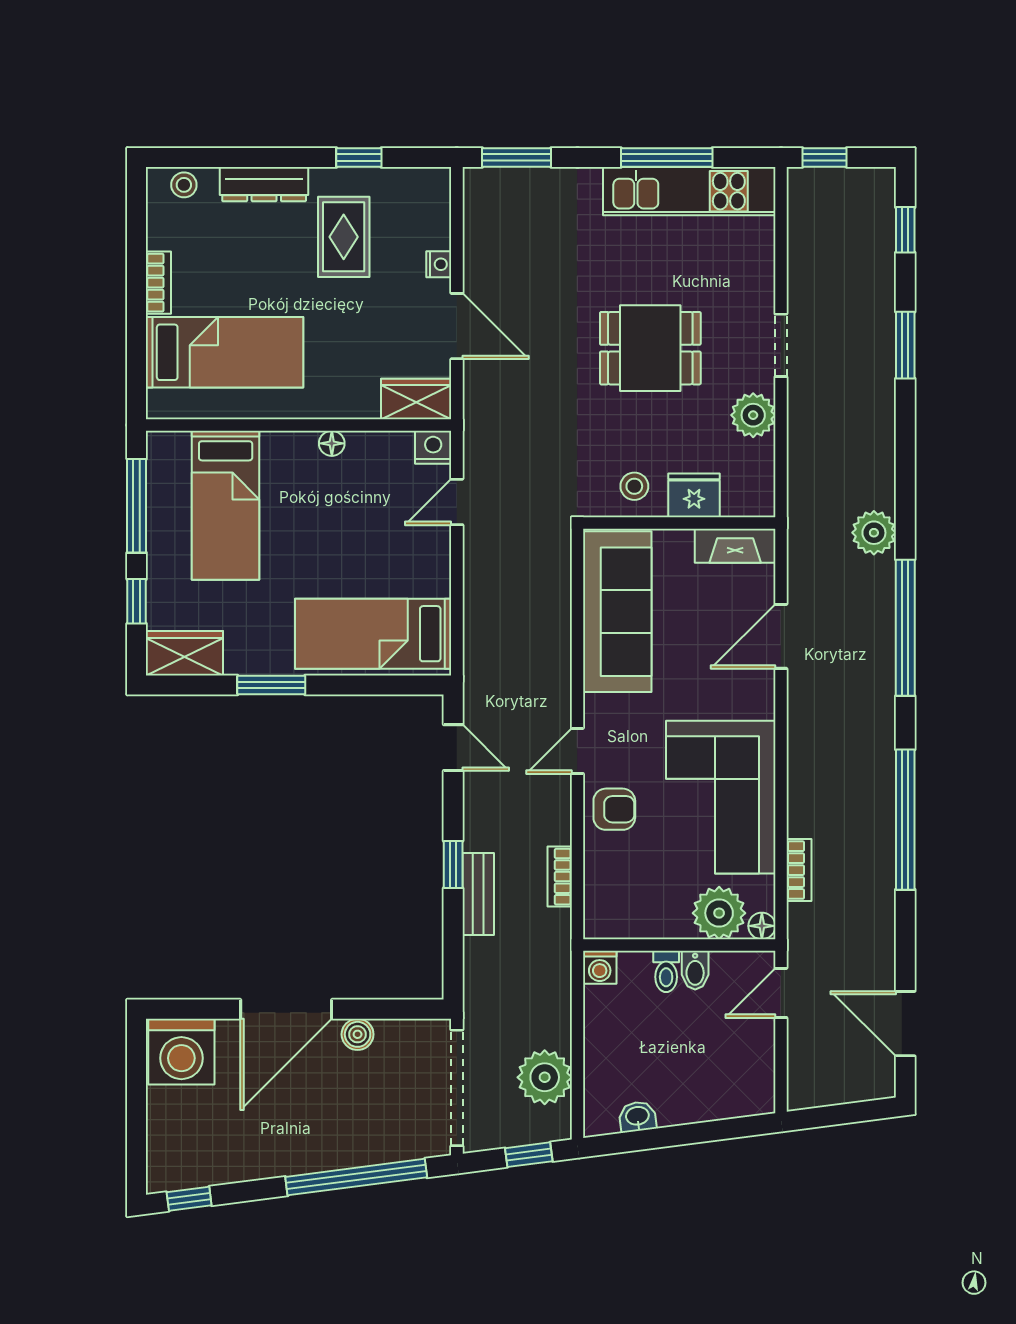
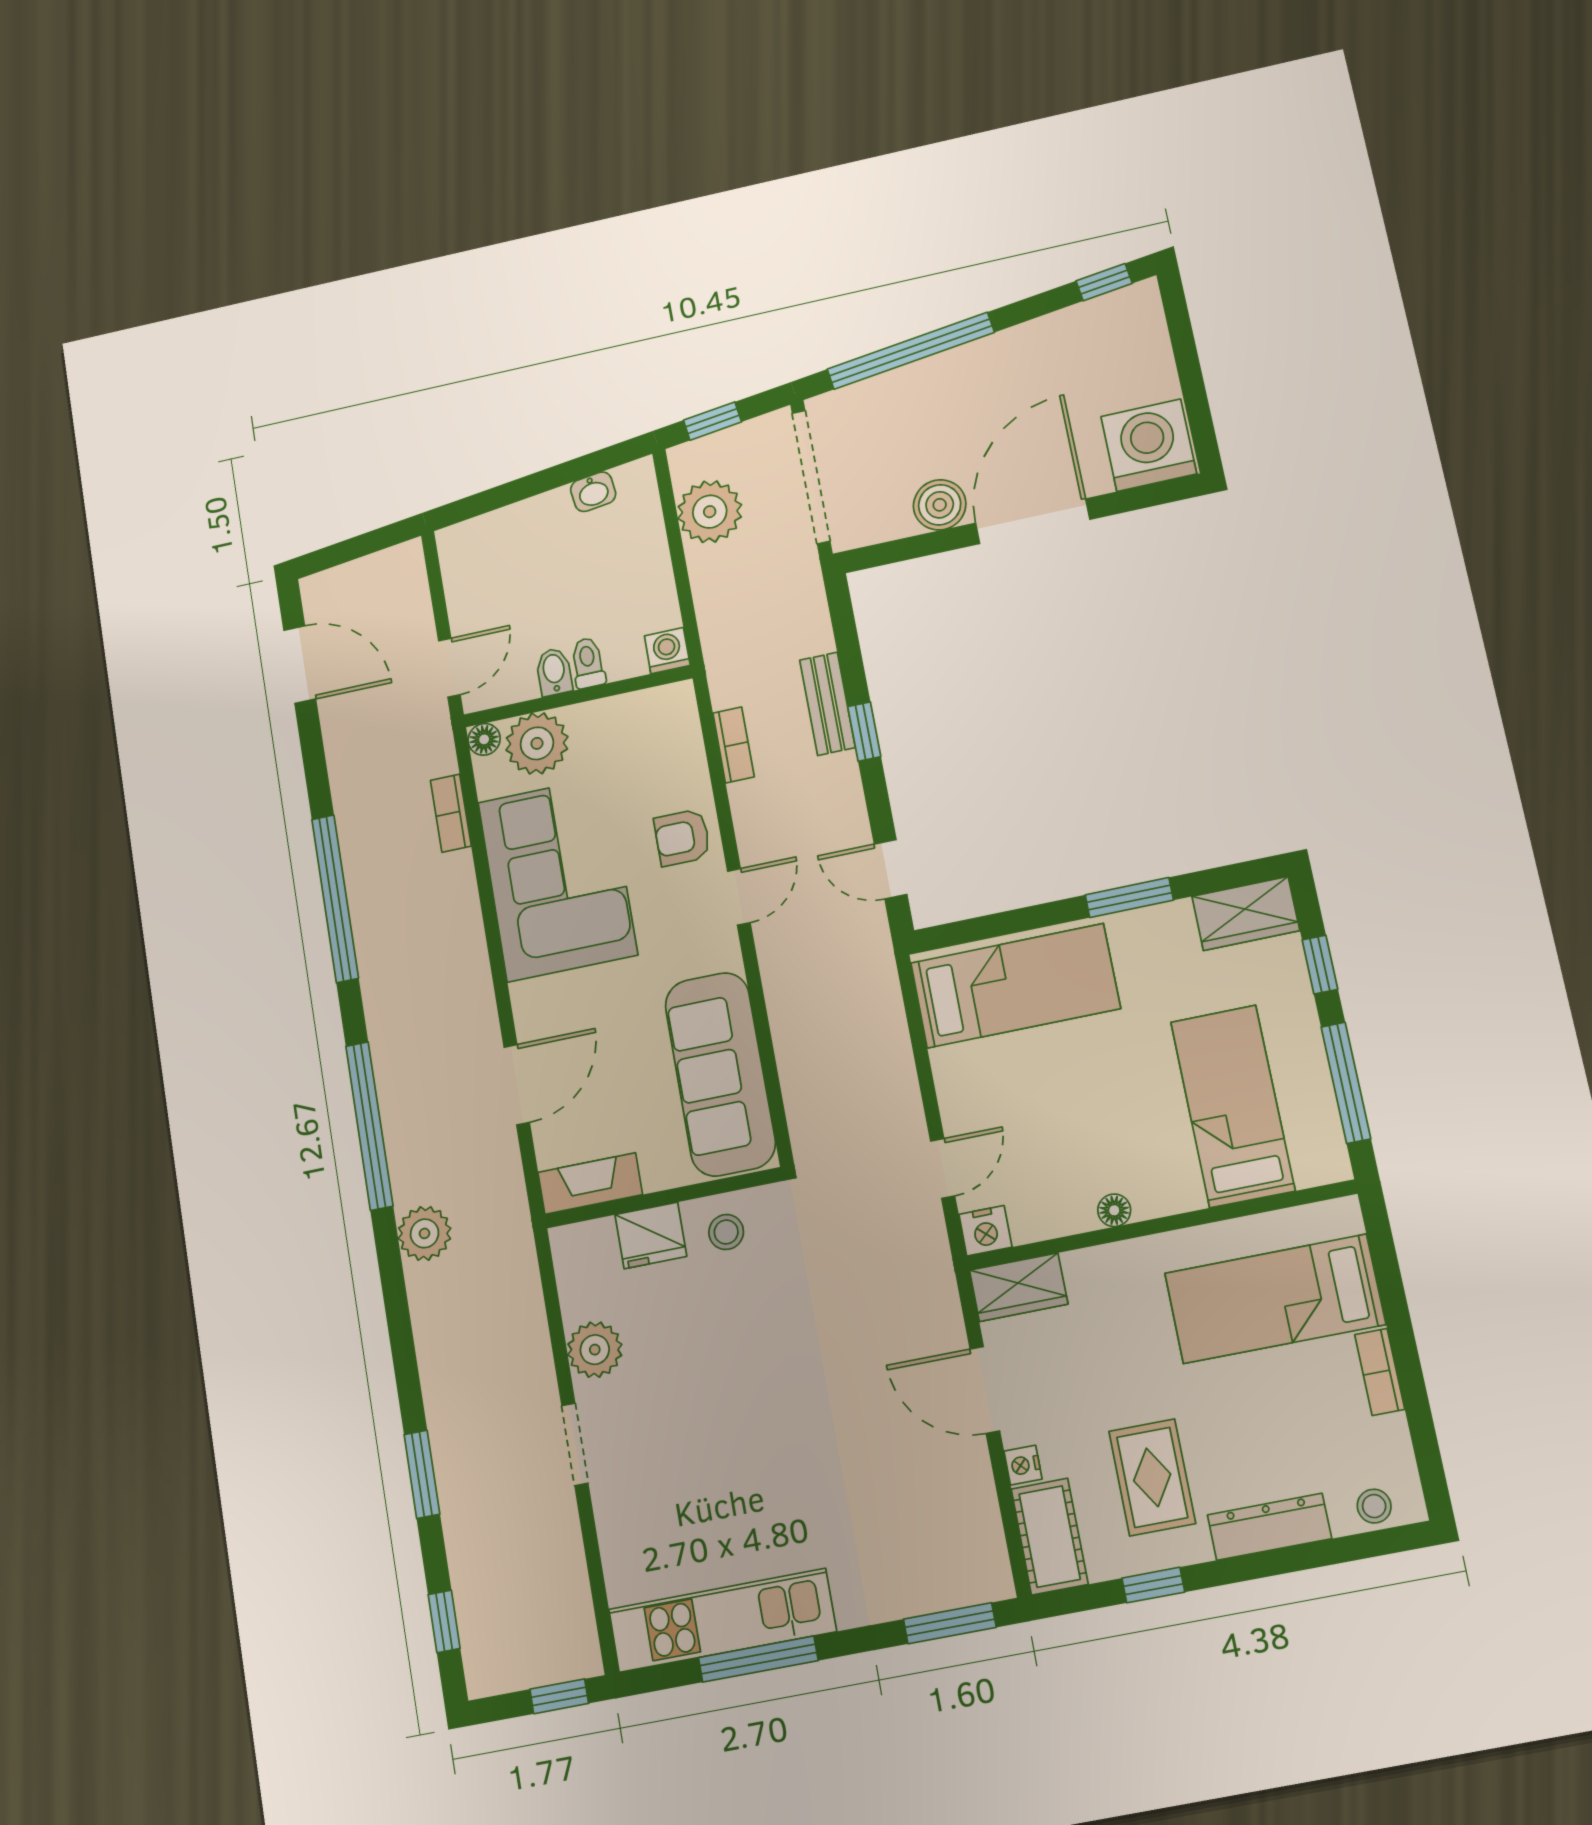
cot: (429, 207) -> (1050, 1536), added
dining table: (650, 348) -> (736, 1409), removed
boiler: (358, 1034) -> (940, 505), width x1.36, depth x1.36

